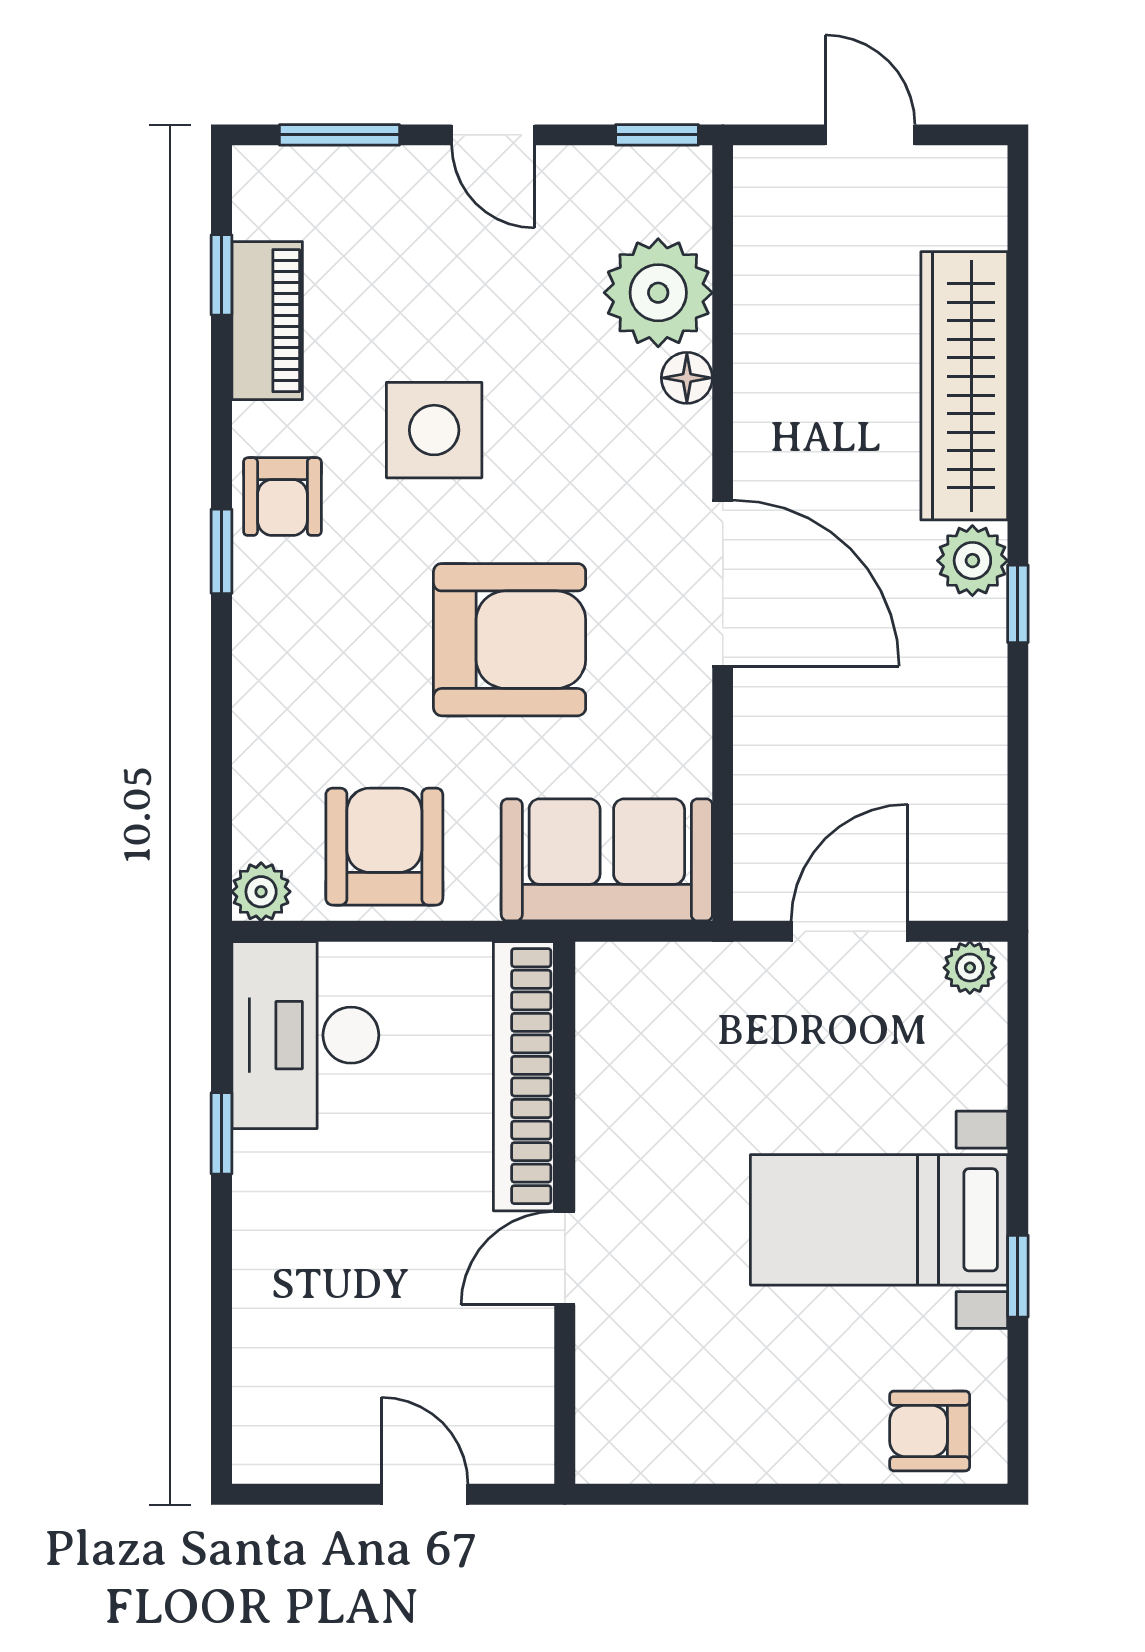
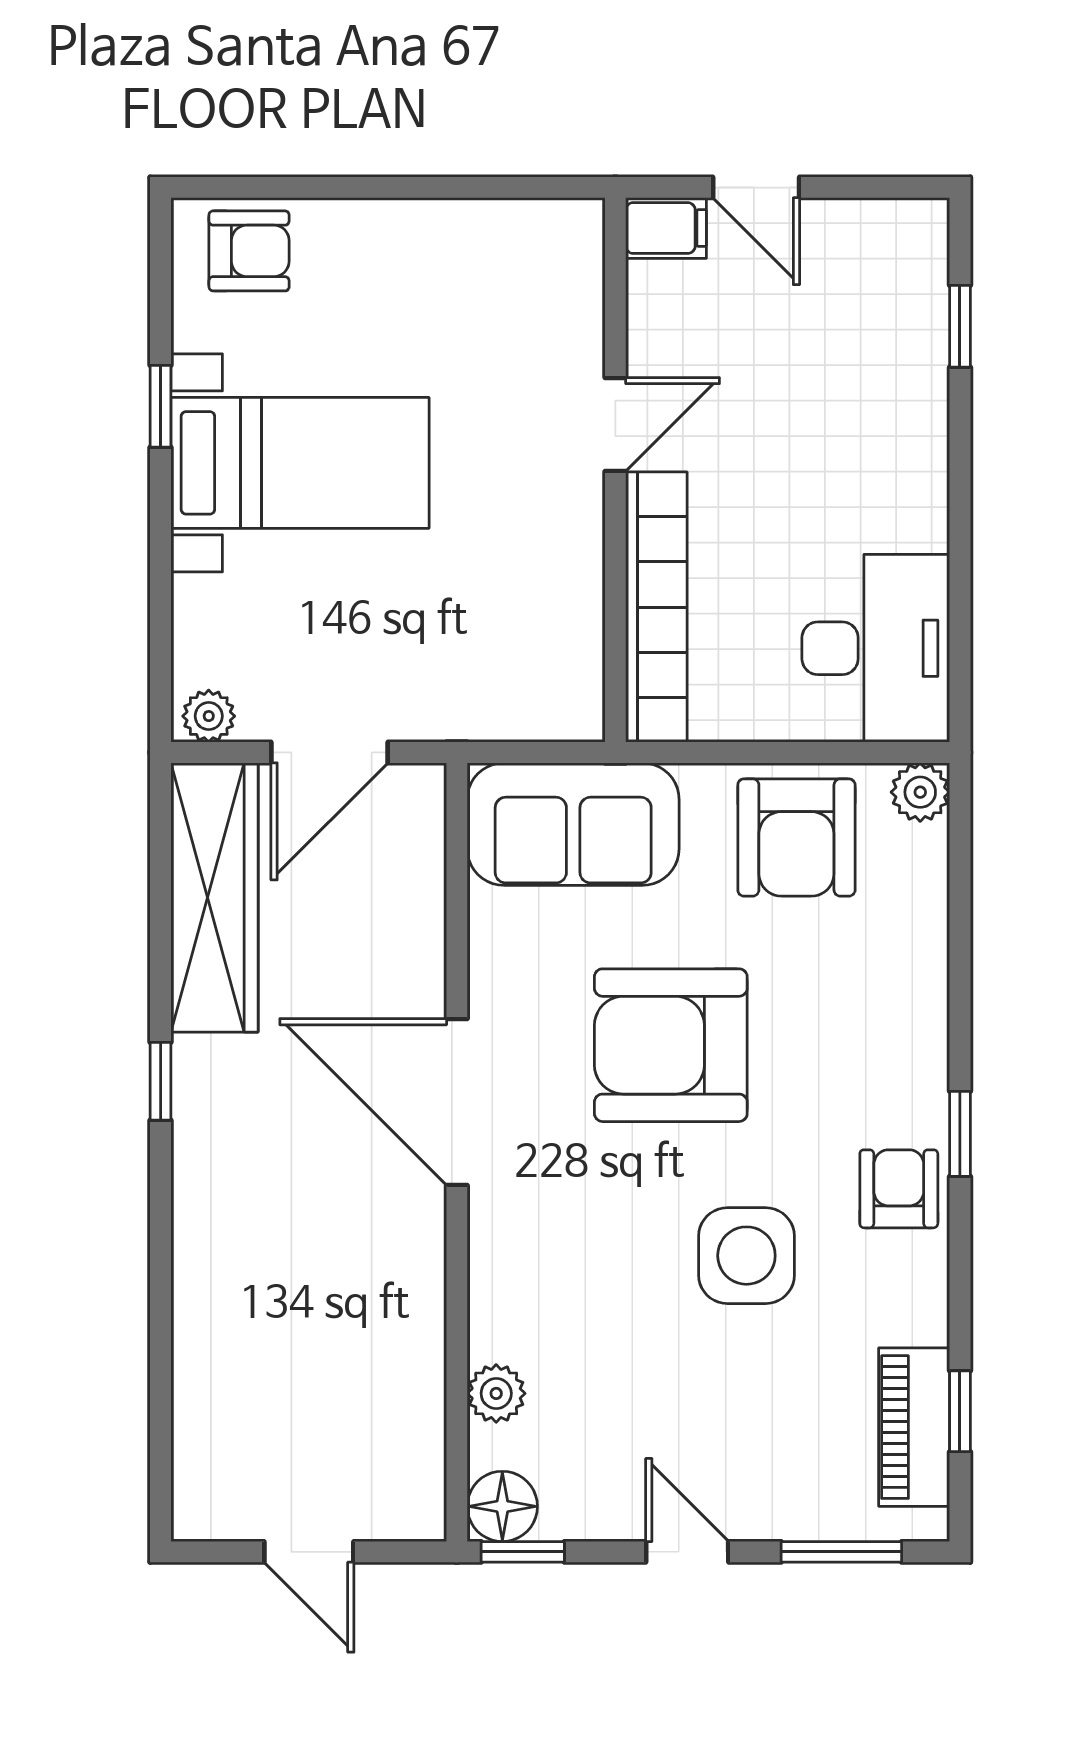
plant: (658, 293) -> (496, 1393), width x0.53, depth x0.53
piano: (267, 321) -> (914, 1427), moved
floor lamp: (687, 378) -> (502, 1506), moved, width x1.37, depth x1.37
wardrobe: (964, 386) -> (214, 897), moved
plant: (972, 561) -> (206, 1125), removed
window: (221, 1133) -> (960, 326), moved
filing cabinet: (514, 1454) -> (666, 228), added

